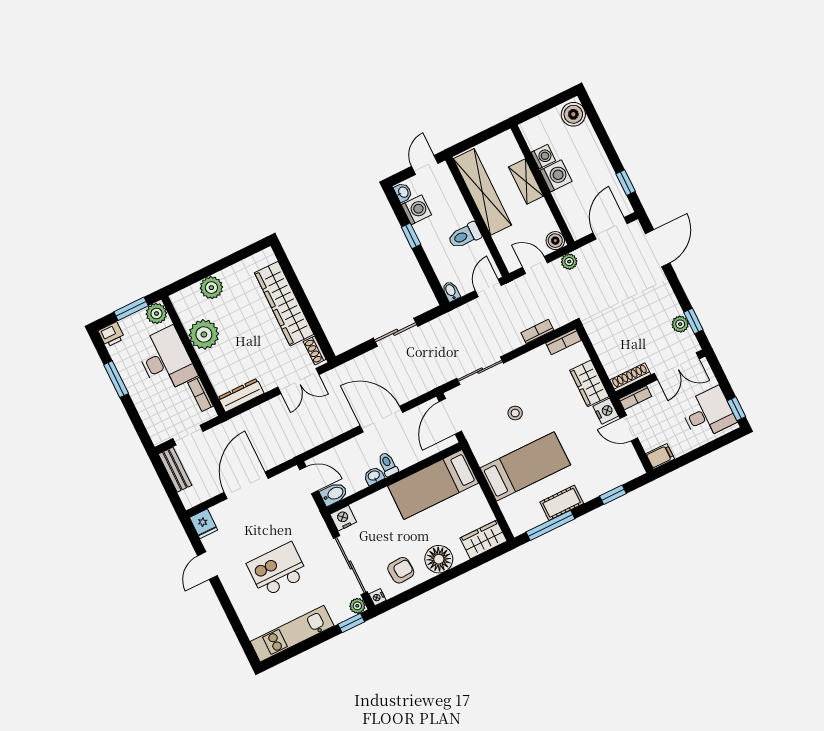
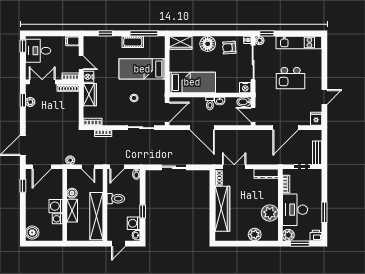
boiler: (555, 241) -> (72, 193), moved

